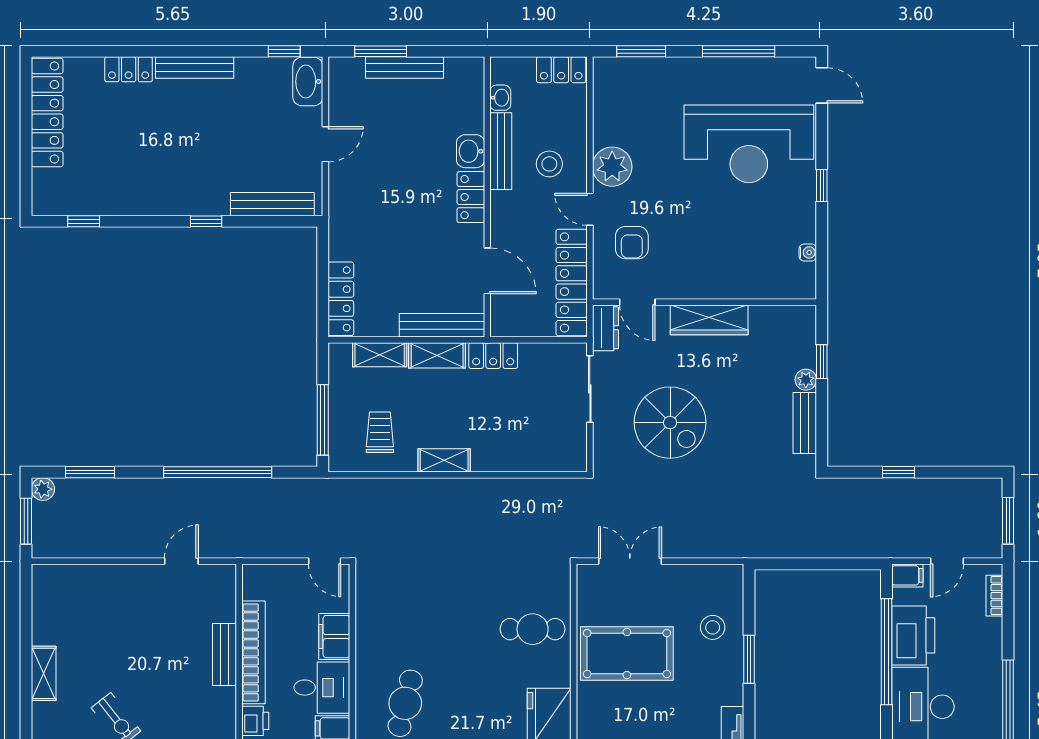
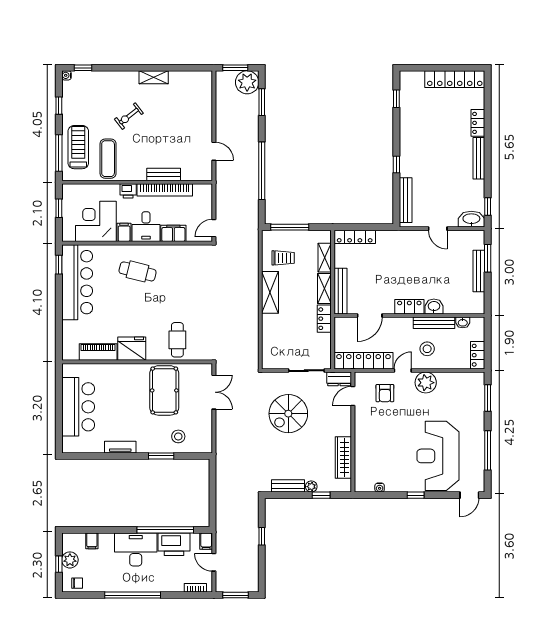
armchair: (632, 243) -> (385, 393), turned -90
wardrobe: (709, 320) -> (343, 457), moved
shelving: (444, 460) -> (270, 292), width x1.50, depth x1.33
plant: (43, 489) -> (247, 82), width x1.88, depth x1.88

